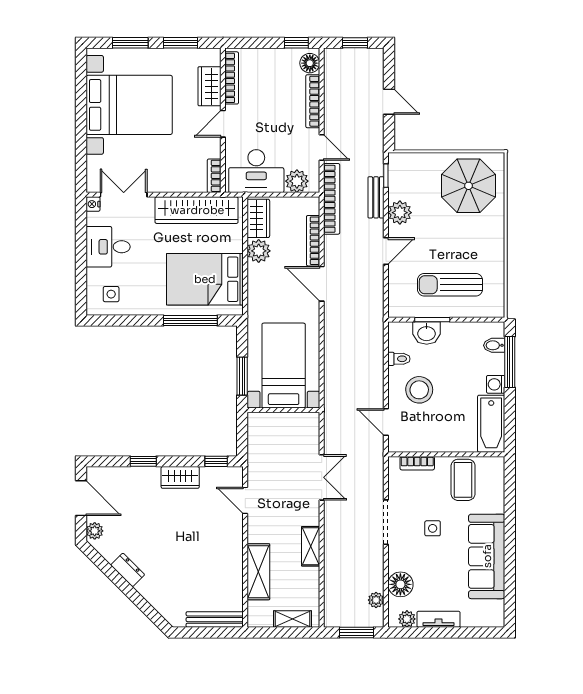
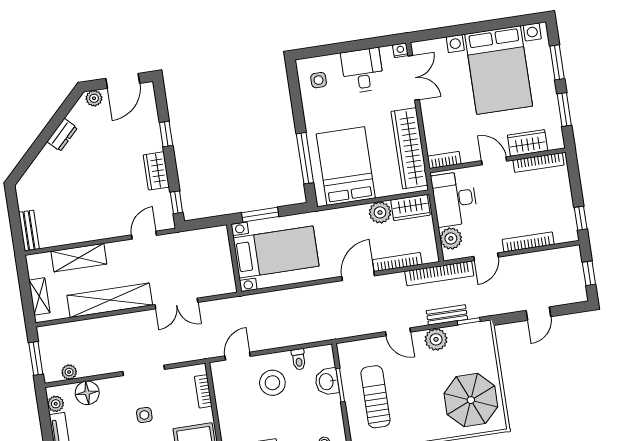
floor lamp: (310, 63) -> (563, 234), removed
shelving: (311, 546) -> (110, 300), width x2.20, depth x1.33
bench: (215, 620) -> (29, 231), width x0.73

